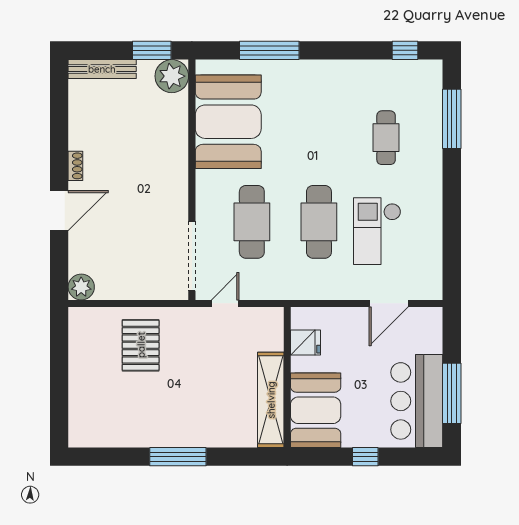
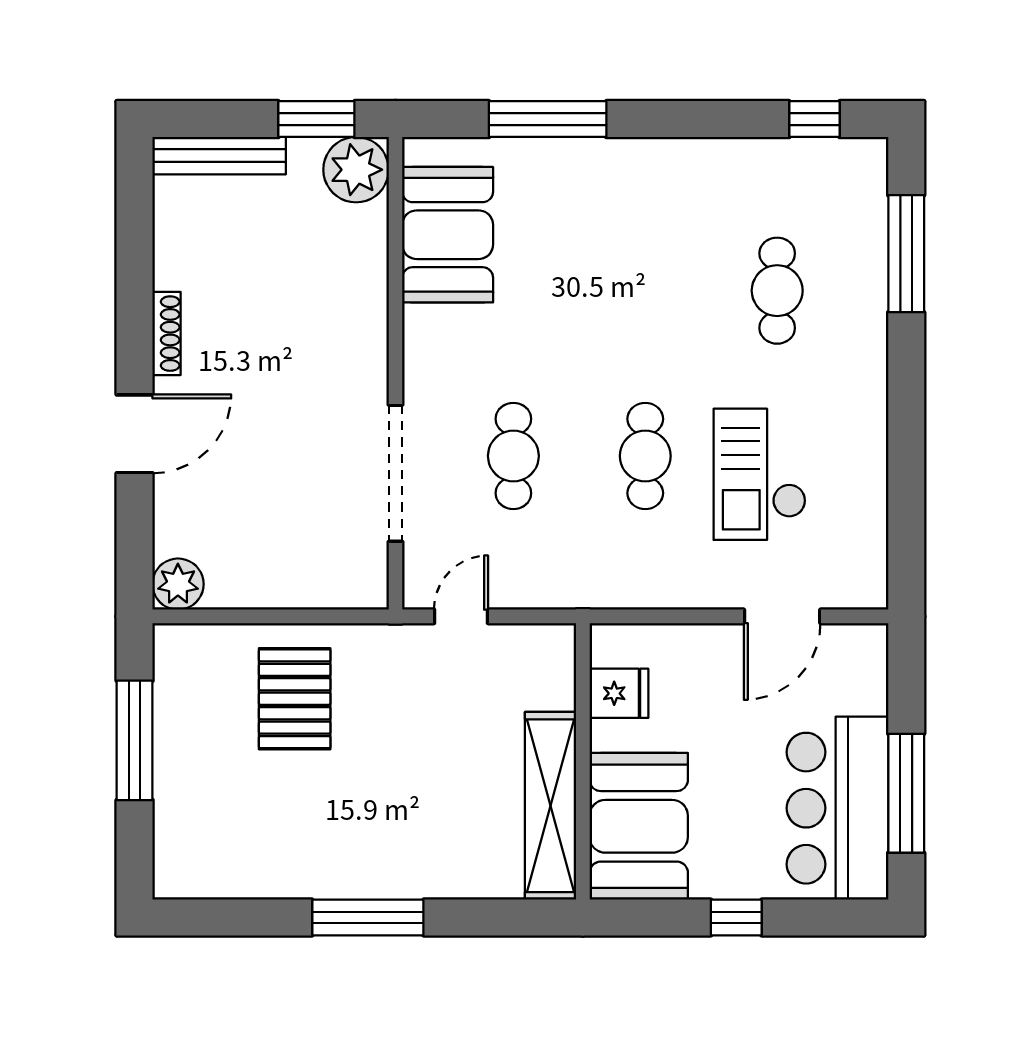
booth: (228, 122) -> (448, 235), width x0.73, depth x0.70
shoe rack: (75, 166) -> (167, 334), width x1.43
cafe table: (252, 222) -> (513, 456), width x0.73, depth x0.74
cafe table: (319, 222) -> (645, 456), width x0.73, depth x0.74
doorway: (192, 256) -> (395, 473), moved
window: (59, 366) -> (135, 740), added

